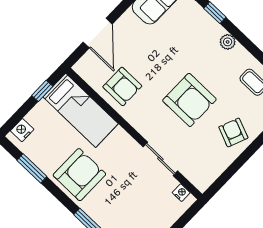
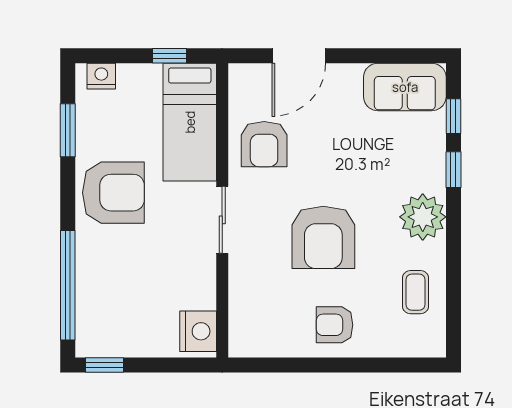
plant: (228, 42) -> (423, 217), width x1.88, depth x1.88
armchair: (233, 132) -> (335, 325), turned -112
sliding door: (160, 159) -> (222, 220), moved
nightstand: (181, 193) -> (198, 331), width x1.89, depth x1.79

